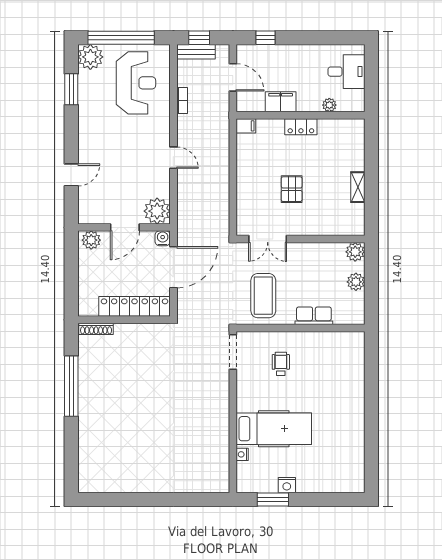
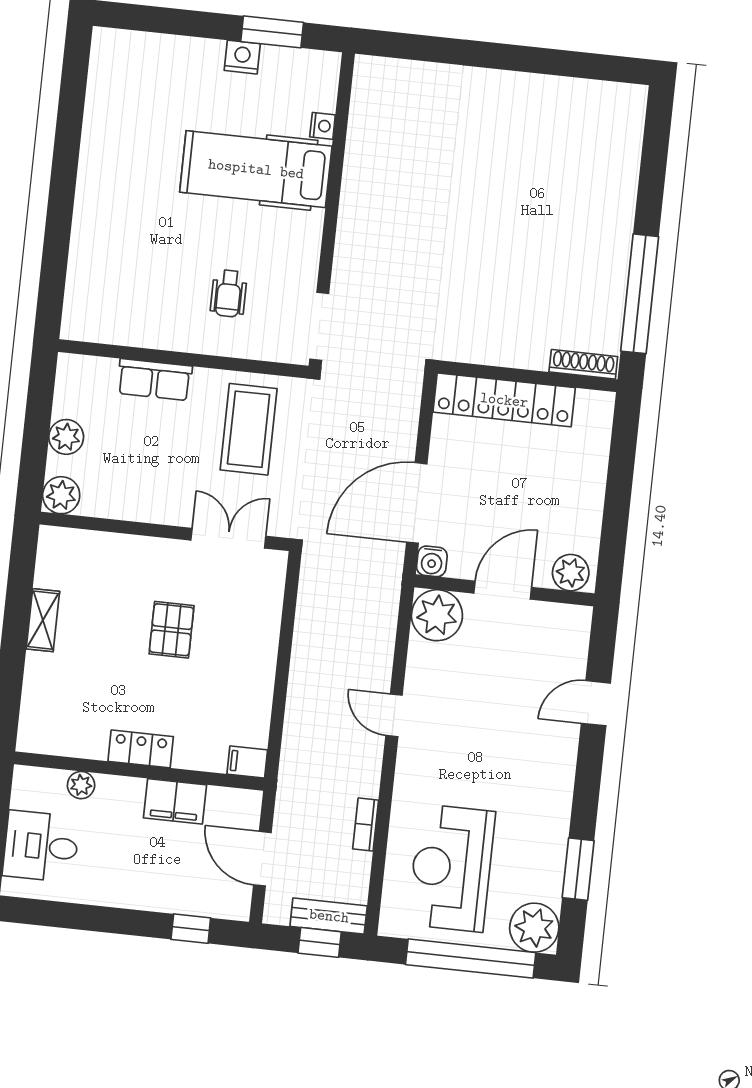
locker: (135, 306) -> (504, 400), moved
wall: (124, 320) -> (527, 376), moved
shoe rack: (96, 329) -> (583, 364), moved

